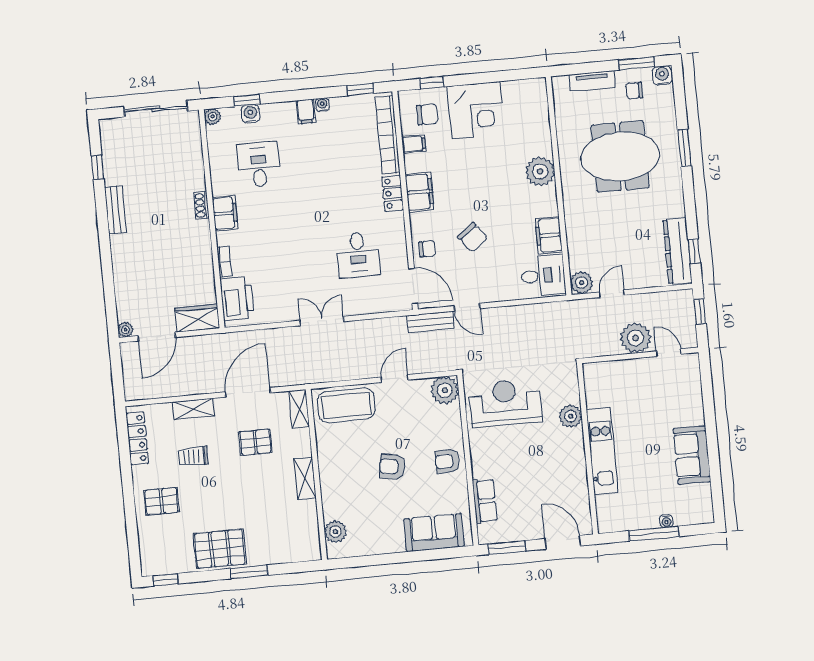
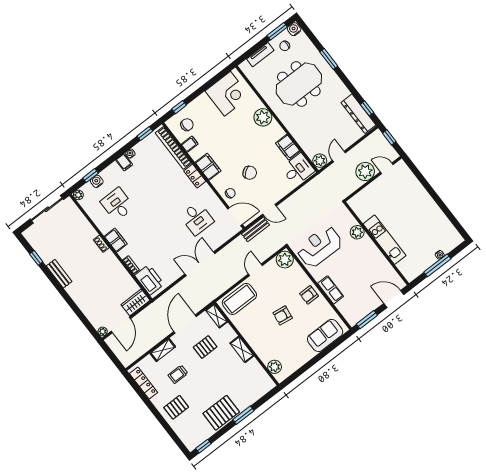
corner desk: (476, 110) -> (228, 94), moved
double door: (322, 321) -> (200, 264), width x1.37
sofa: (692, 455) -> (432, 213), removed
row of seats: (485, 501) -> (331, 290), moved

